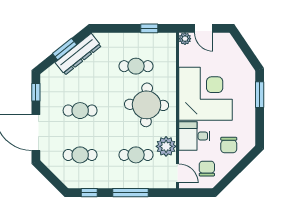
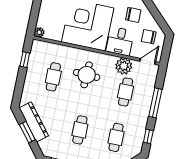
door: (204, 28) -> (34, 15), removed
round table: (147, 105) -> (87, 75), width x0.73, depth x0.73

